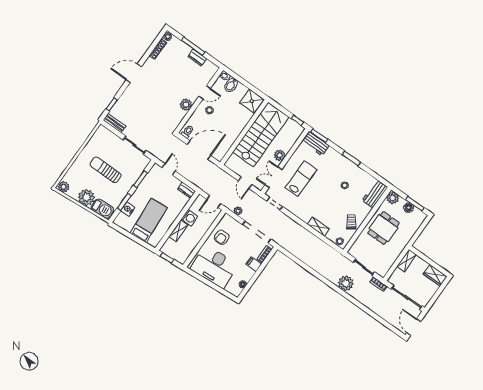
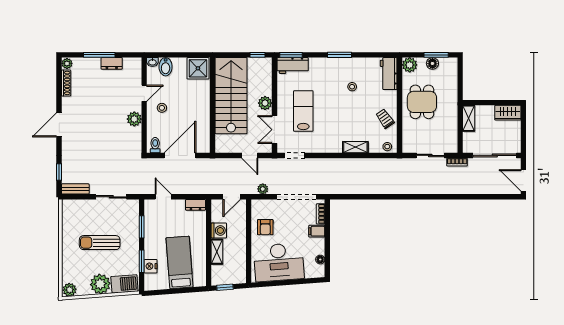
plant: (346, 283) -> (423, 185), removed

